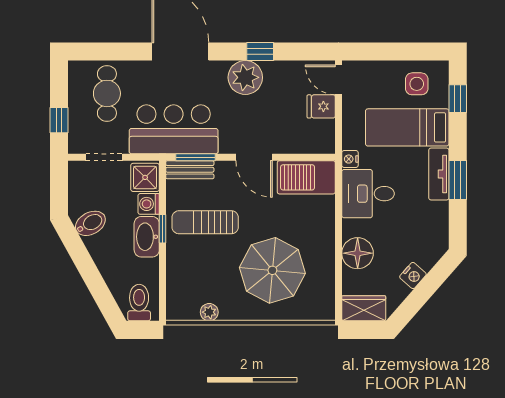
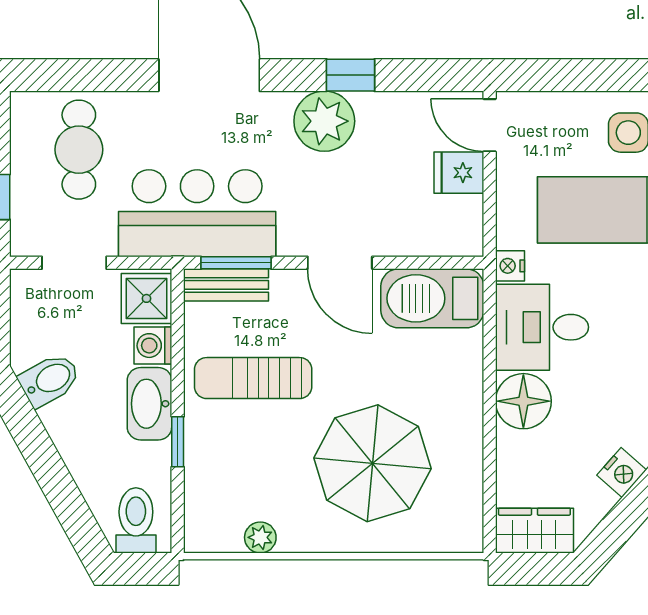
window: (163, 229) -> (178, 442), moved
floor lamp: (358, 253) -> (523, 401), moved

